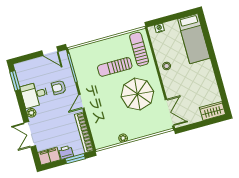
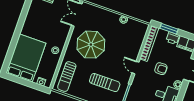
bed: (194, 39) -> (26, 58), width x1.50
sun lounger: (115, 67) -> (105, 83), moved
armchair: (59, 87) -> (161, 69), moved
door: (81, 101) -> (135, 67), swing flipped

